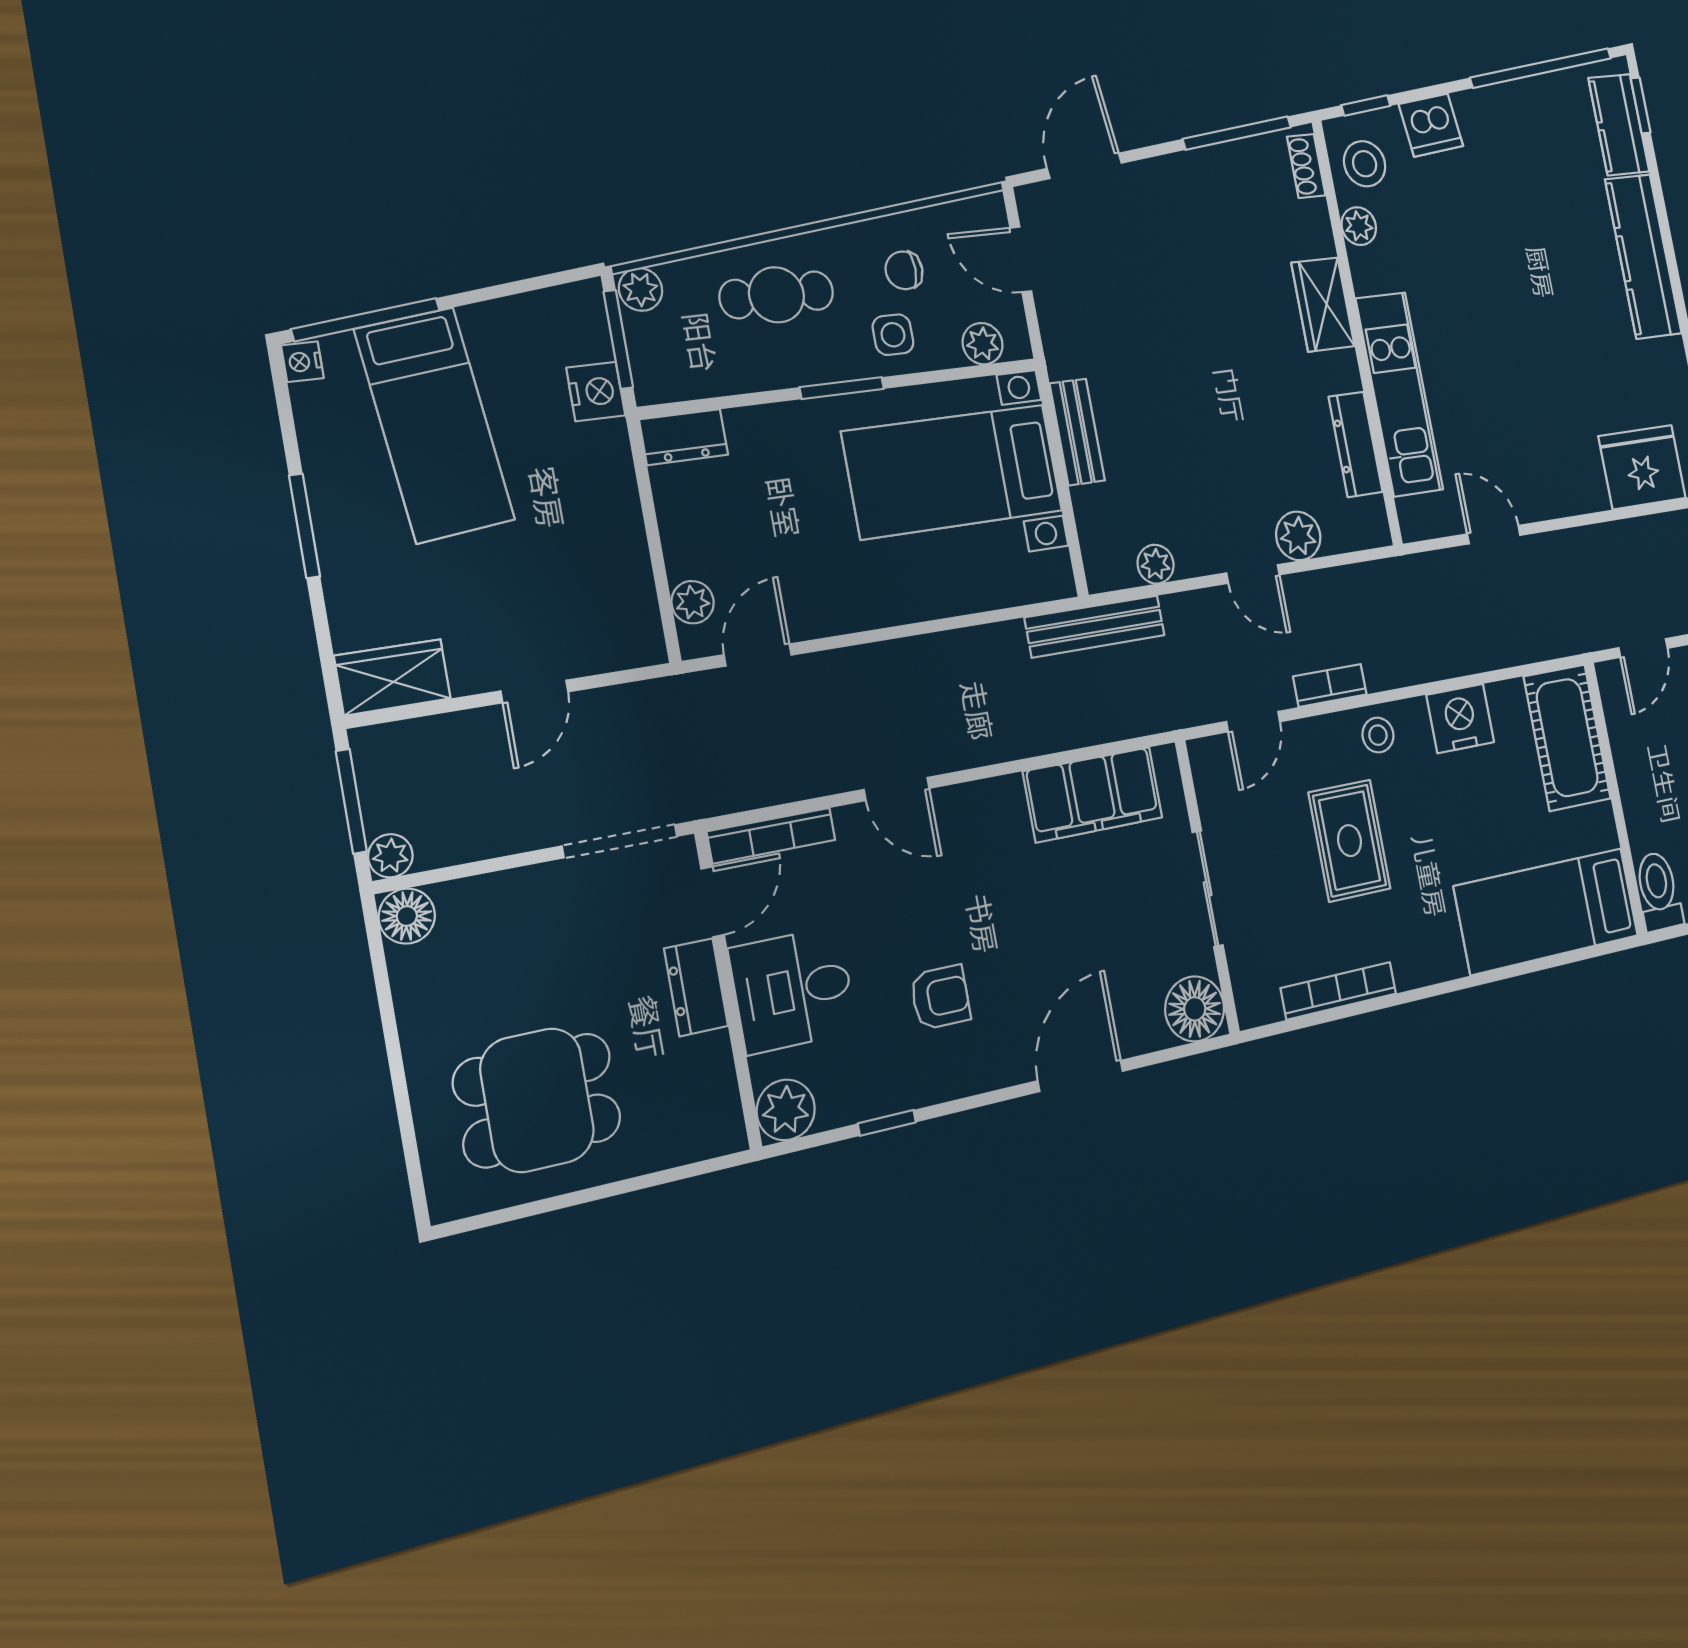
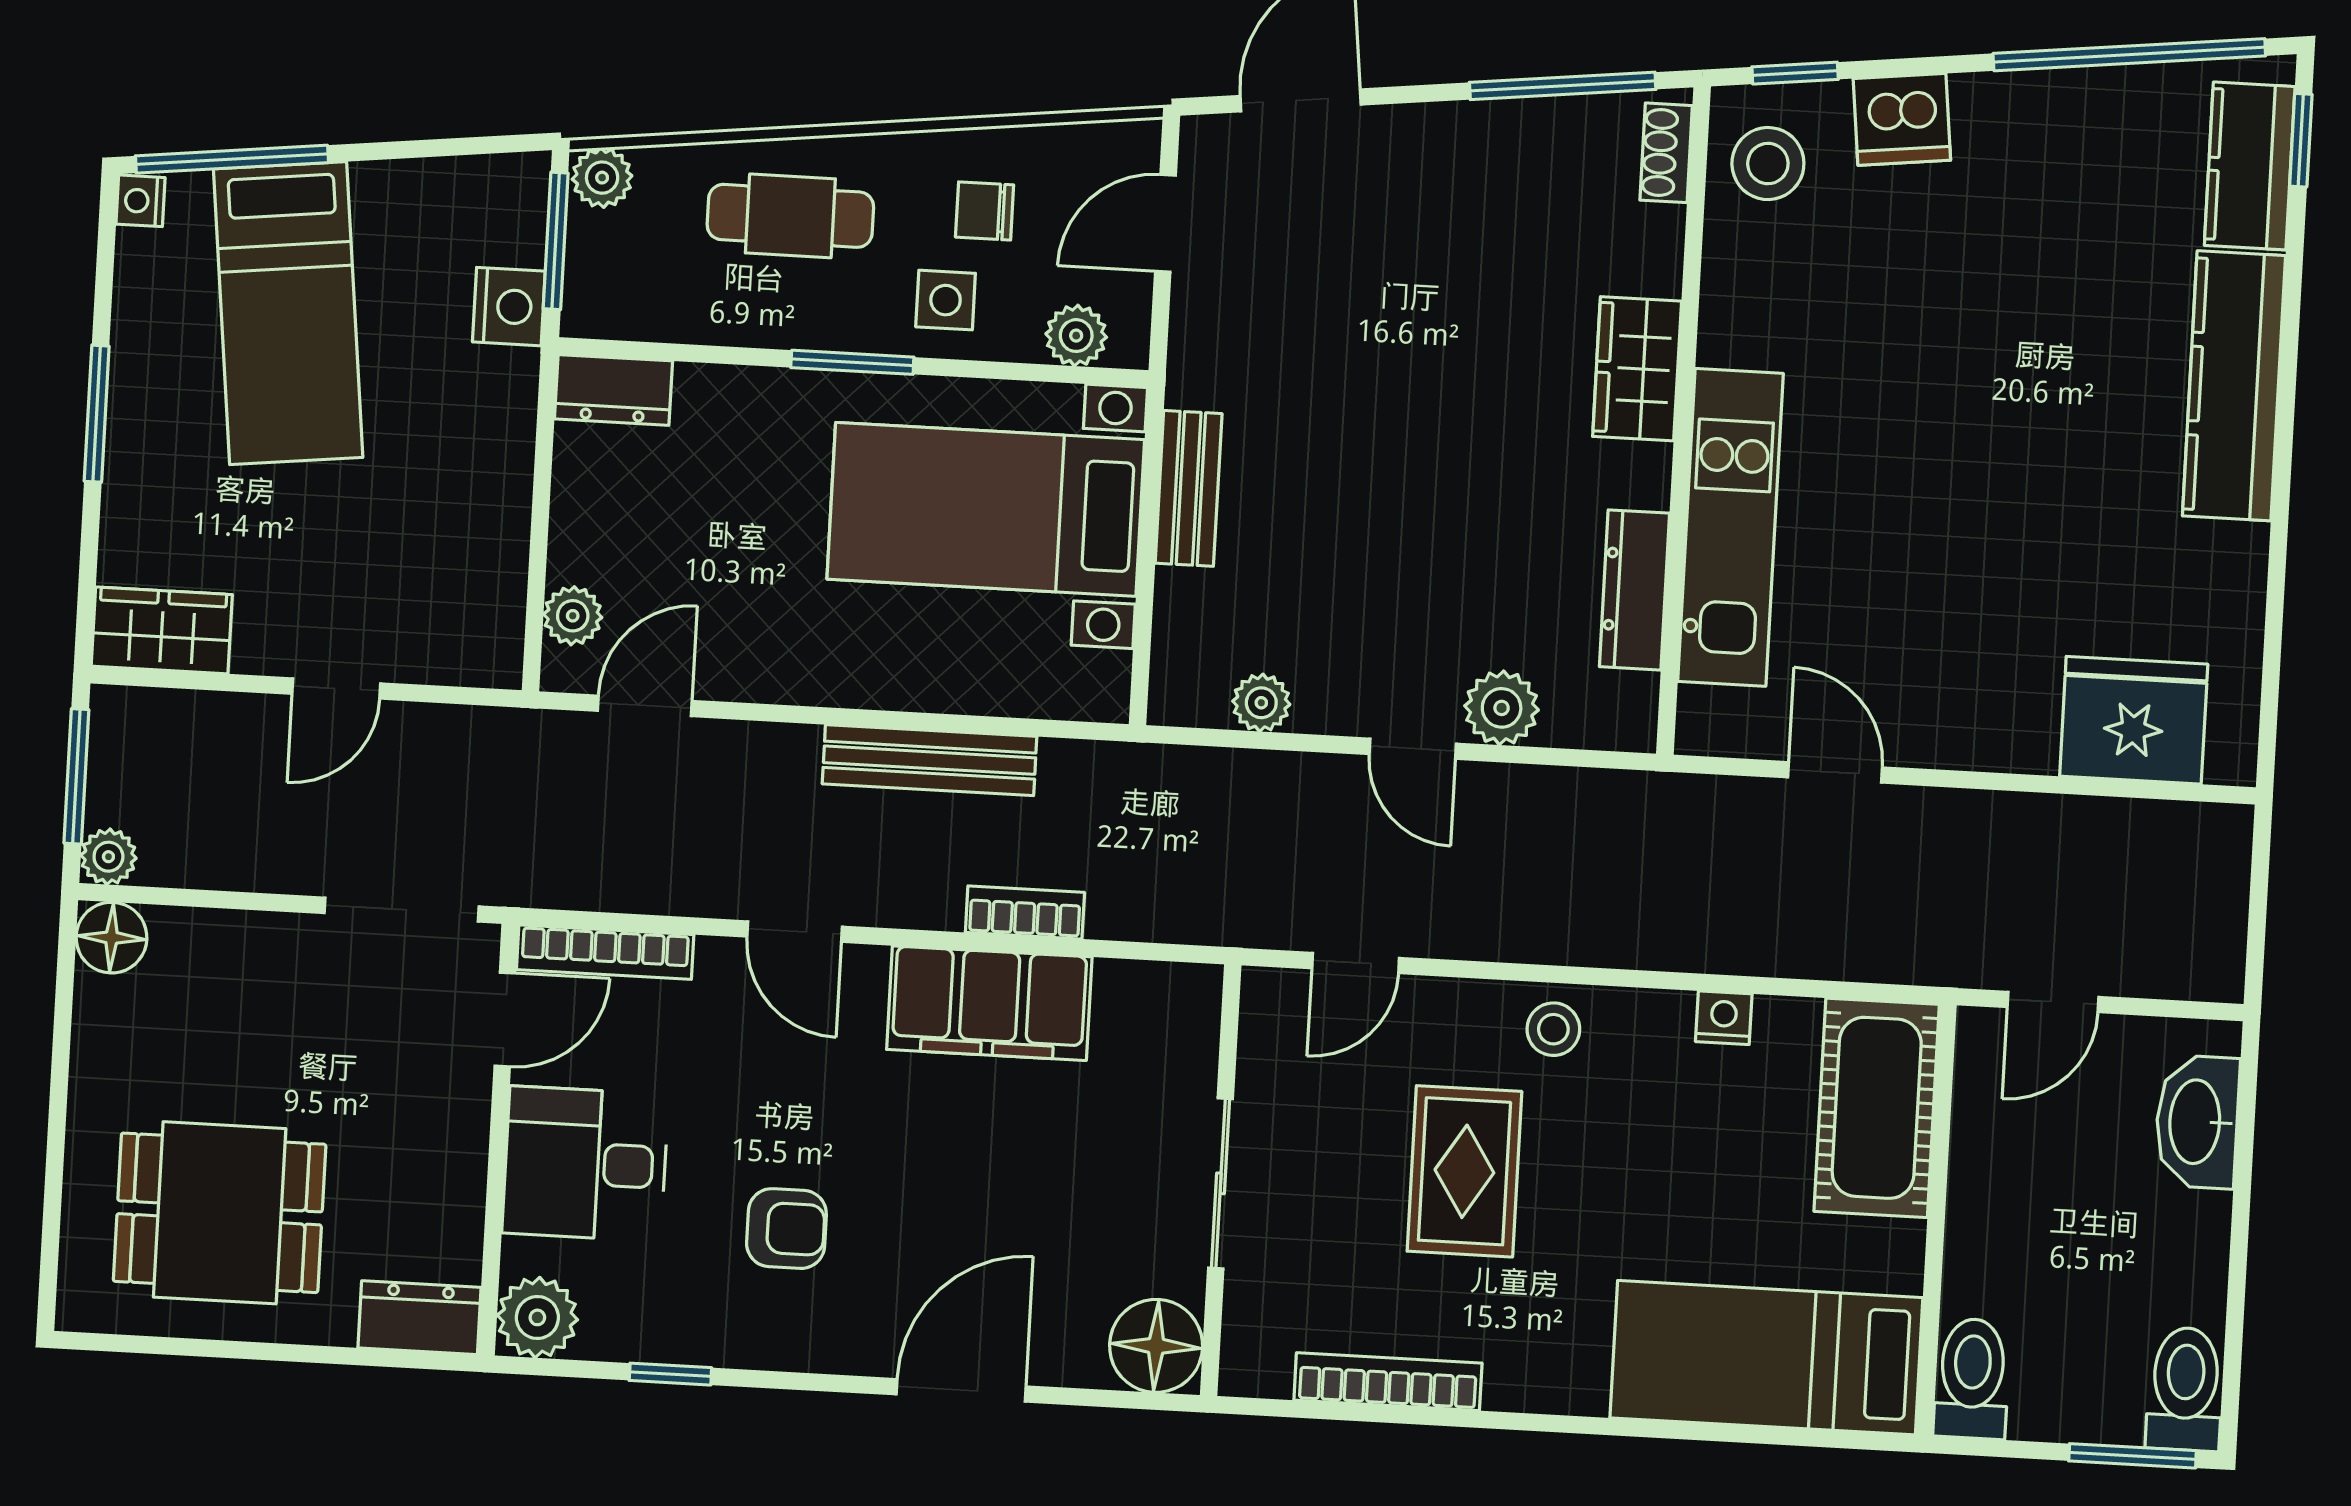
plant: (1359, 226) -> (1731, 258), removed
door: (1021, 259) -> (1165, 223), hinge flipped
bench: (1095, 626) -> (930, 760), moved
bookcase: (1330, 685) -> (1025, 912), moved
nightstand: (1460, 718) -> (1724, 1018), width x0.53, depth x0.56
filing cabinet: (1093, 795) -> (989, 1003), moved
dresser: (696, 987) -> (420, 1318), moved, turned 90

